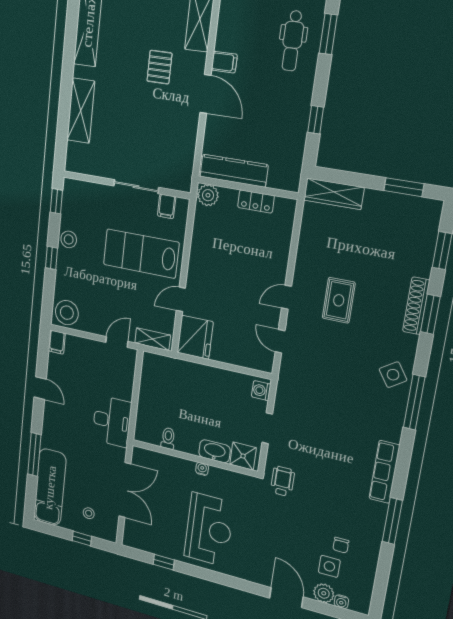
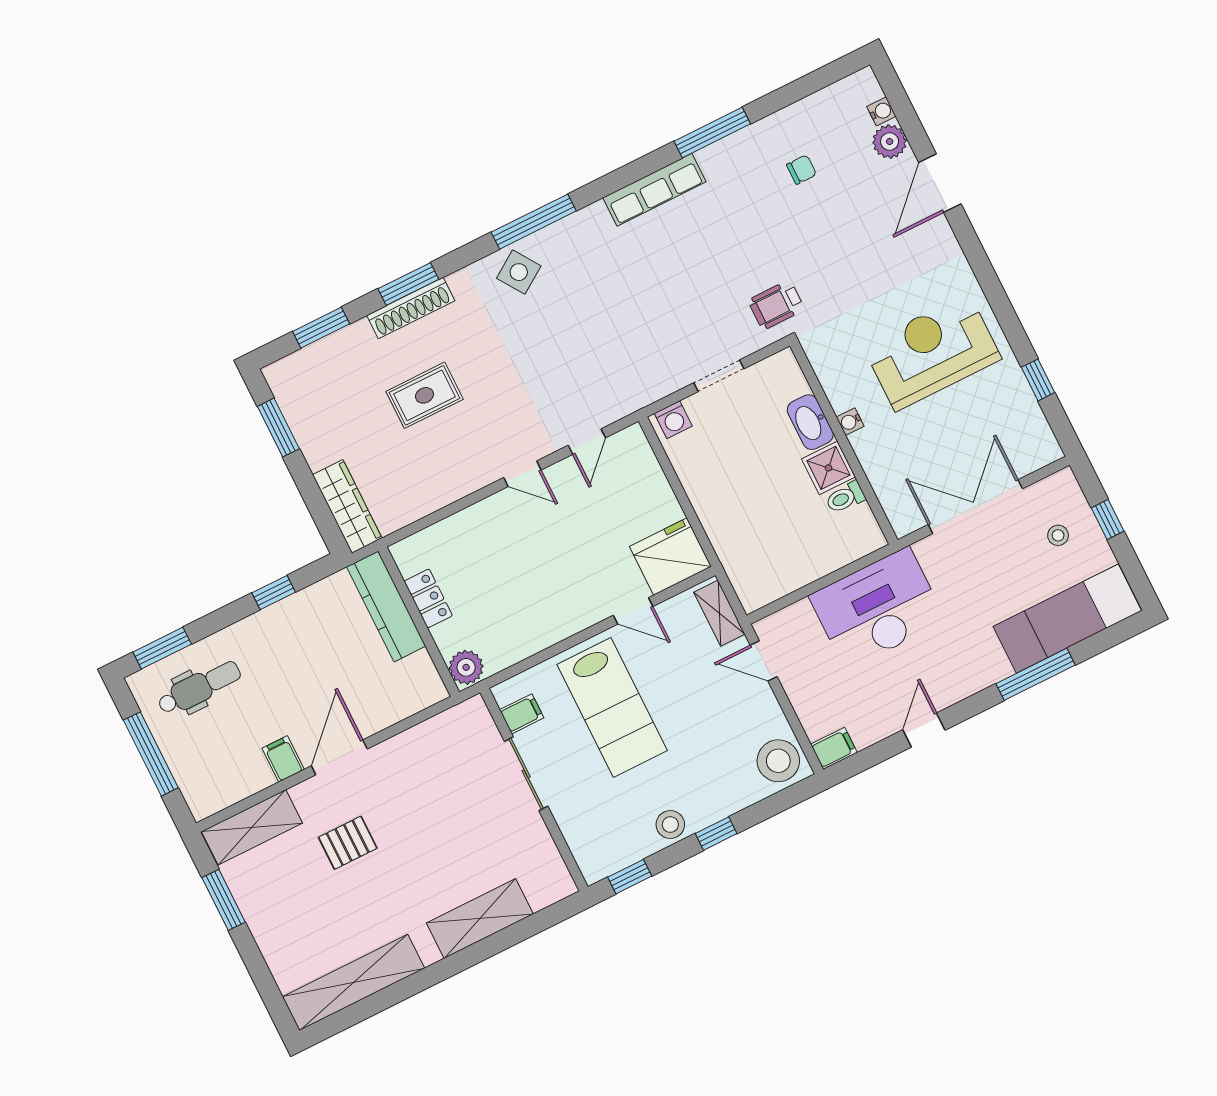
kitchen counter: (234, 171) -> (386, 606), moved
rug: (339, 300) -> (425, 395), moved
desk: (112, 421) -> (877, 608), width x1.36, depth x1.30
shower: (243, 456) -> (828, 468), moved
side table: (329, 566) -> (844, 162), removed

